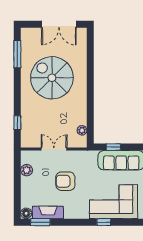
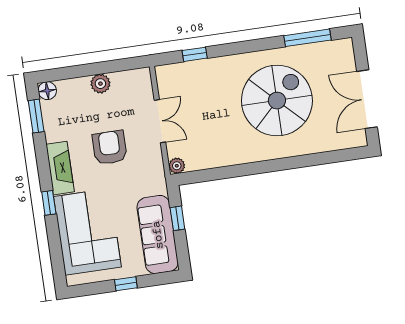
plant: (82, 130) -> (177, 166), moved
plant: (27, 170) -> (100, 84), moved
fireplace: (48, 212) -> (60, 168), moved
window: (104, 222) -> (49, 203), moved

